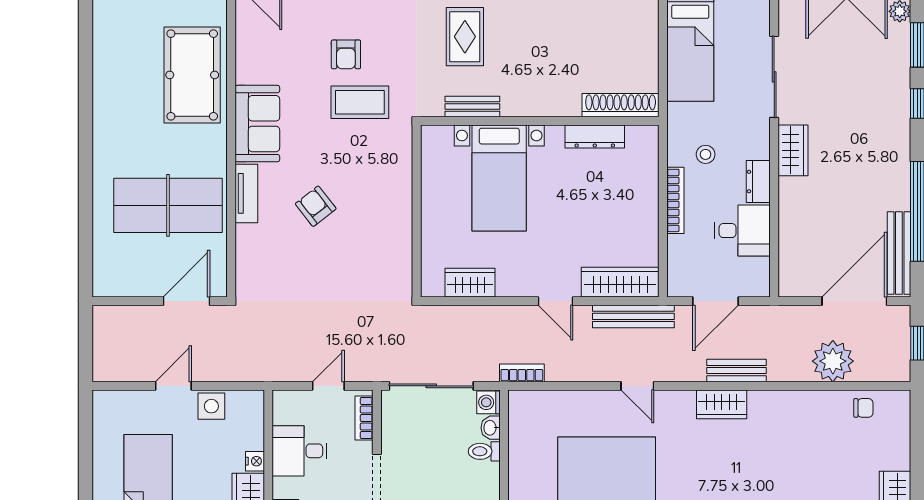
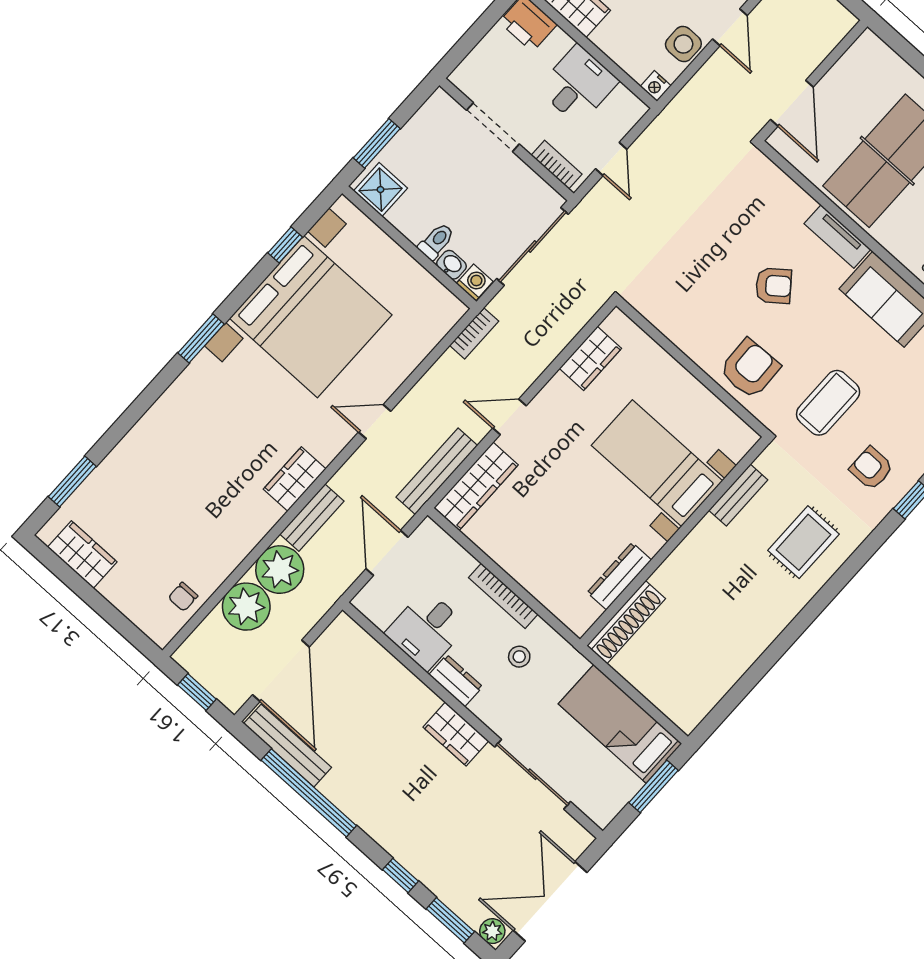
rug: (465, 37) -> (803, 542), turned 90
armchair: (346, 54) -> (871, 468), moved
armchair: (384, 173) -> (750, 369), added
plant: (789, 361) -> (280, 570), added
nightstand: (255, 461) -> (656, 86), moved

